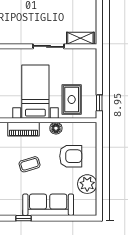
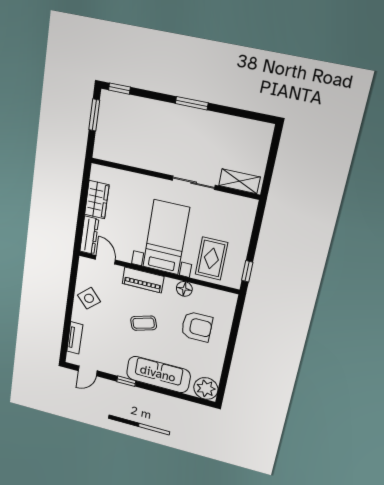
plant: (87, 184) -> (206, 388), moved

